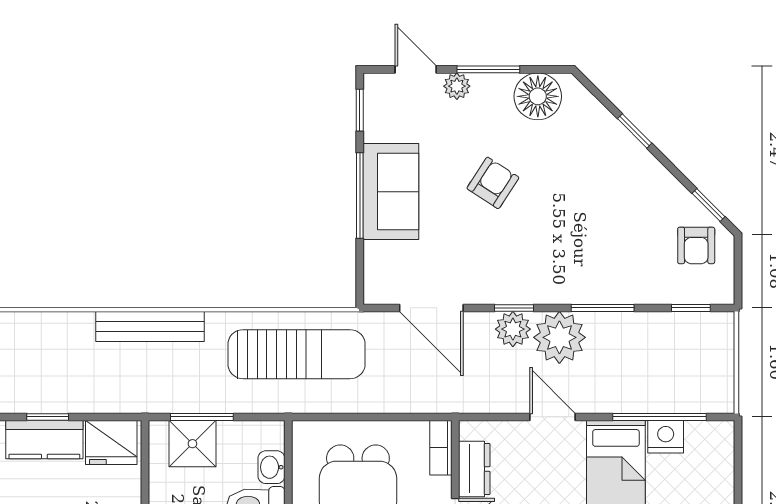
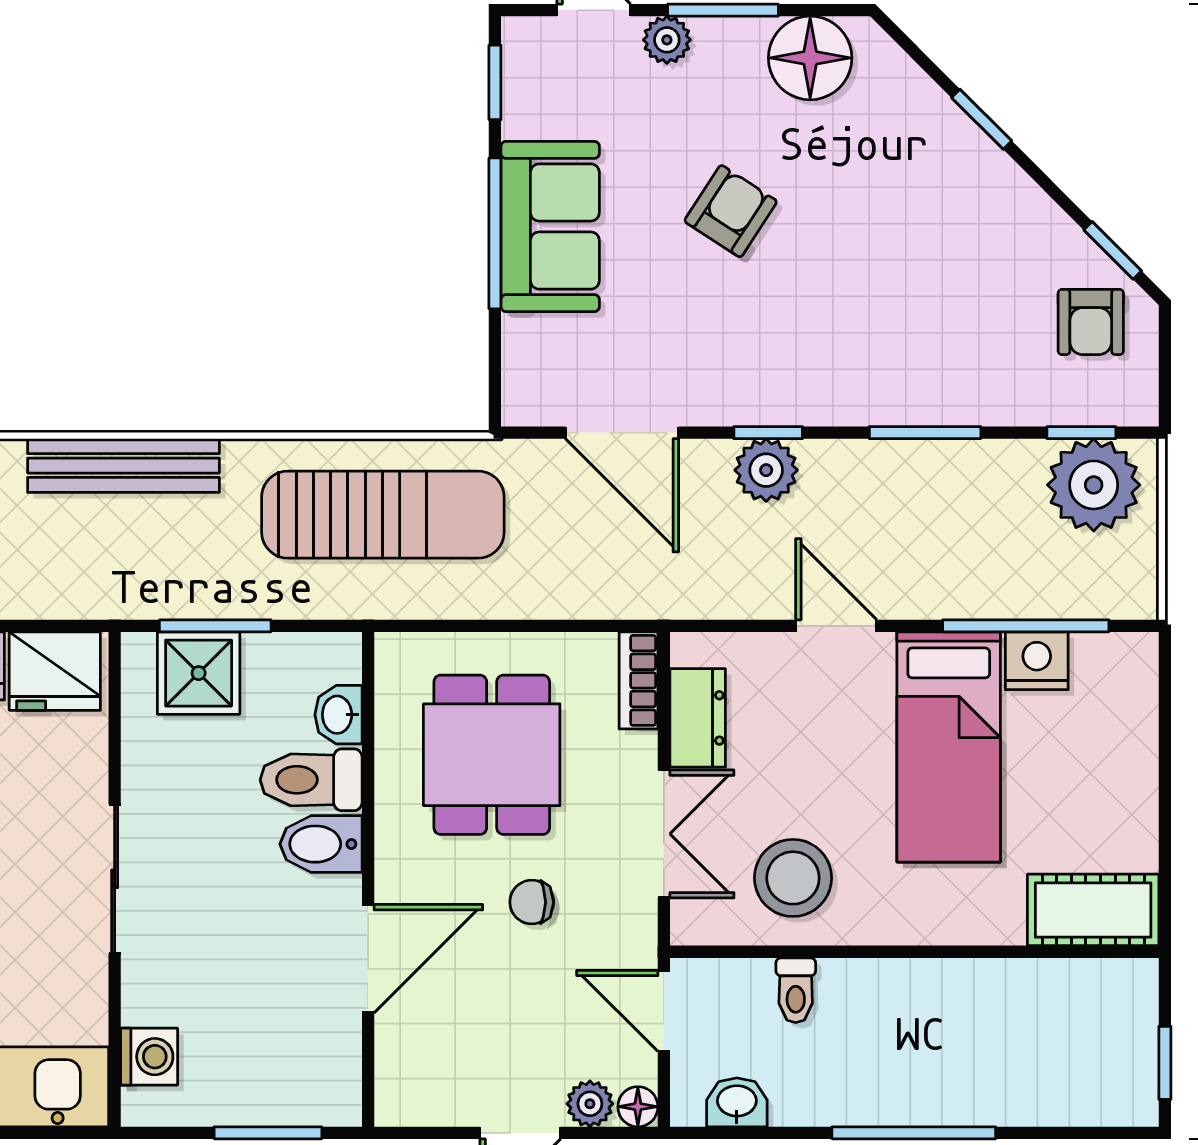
plant: (559, 337) -> (1094, 485), moved

